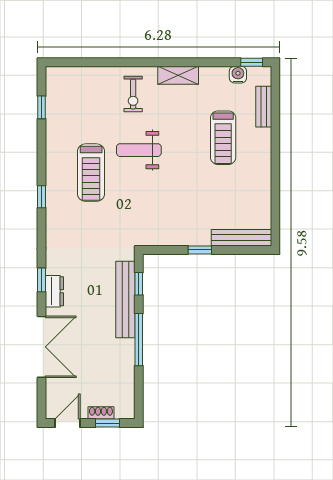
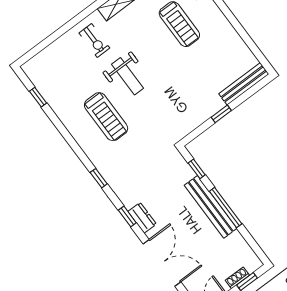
weight bench: (139, 150) -> (127, 76), turned -90
window: (42, 197) -> (99, 178), moved
bench: (125, 299) -> (211, 207), moved

